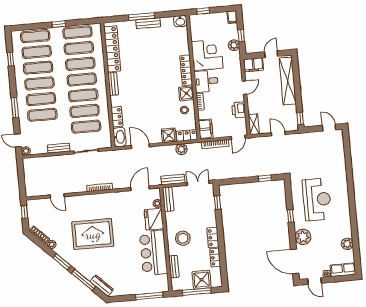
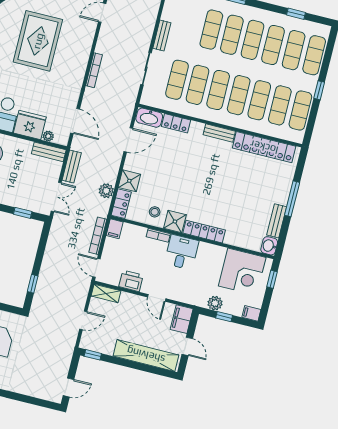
bench: (148, 23) -> (277, 221), moved
corner desk: (207, 55) -> (242, 272), moved
filing cabinet: (206, 129) -> (115, 229), width x0.50

